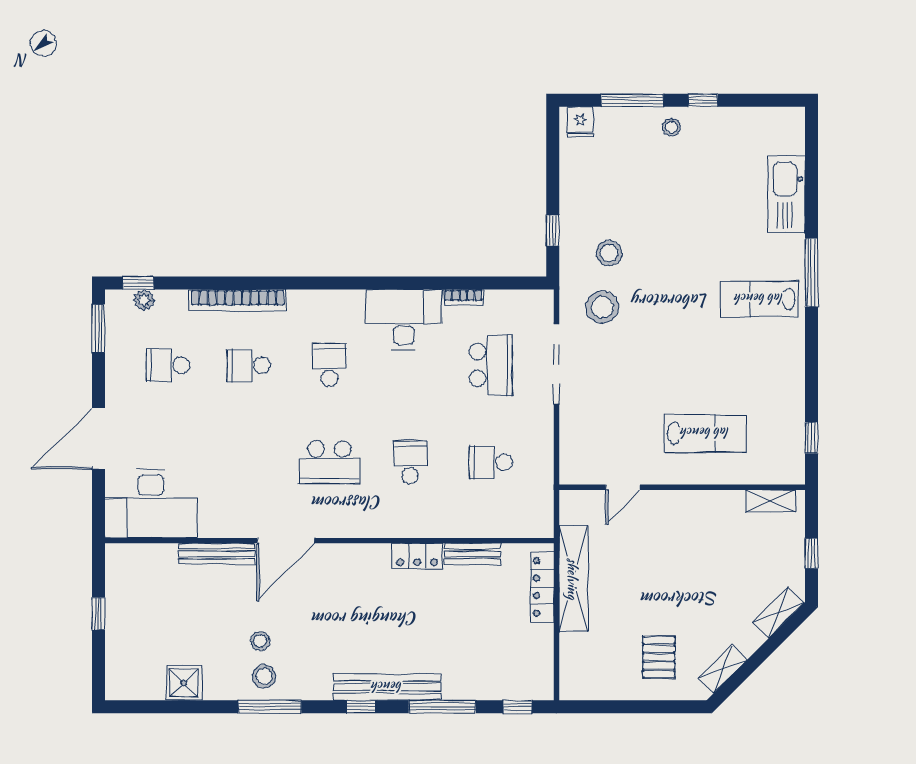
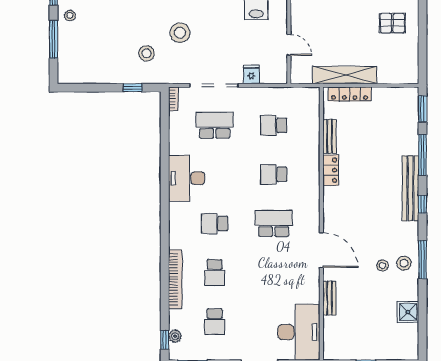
fridge: (580, 122) -> (251, 74), moved, turned -90
bookcase: (463, 297) -> (173, 99), moved
stool: (602, 307) -> (180, 33), moved
school desk: (329, 462) -> (274, 223), turned -90
school desk: (491, 462) -> (274, 125), turned 90
bench: (217, 554) -> (329, 298), width x0.73
window: (518, 707) -> (422, 109), width x1.50

